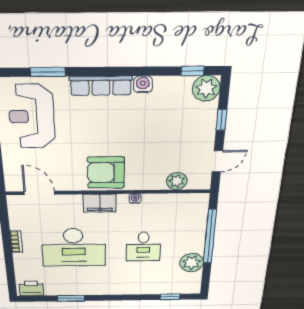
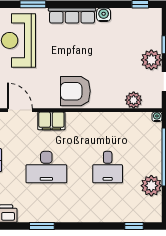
plant: (206, 88) -> (151, 60), moved
water cooler: (135, 199) -> (157, 117), moved
filing cabinet: (100, 203) -> (51, 121), moved
desk: (74, 247) -> (46, 167), width x0.73, depth x0.77

